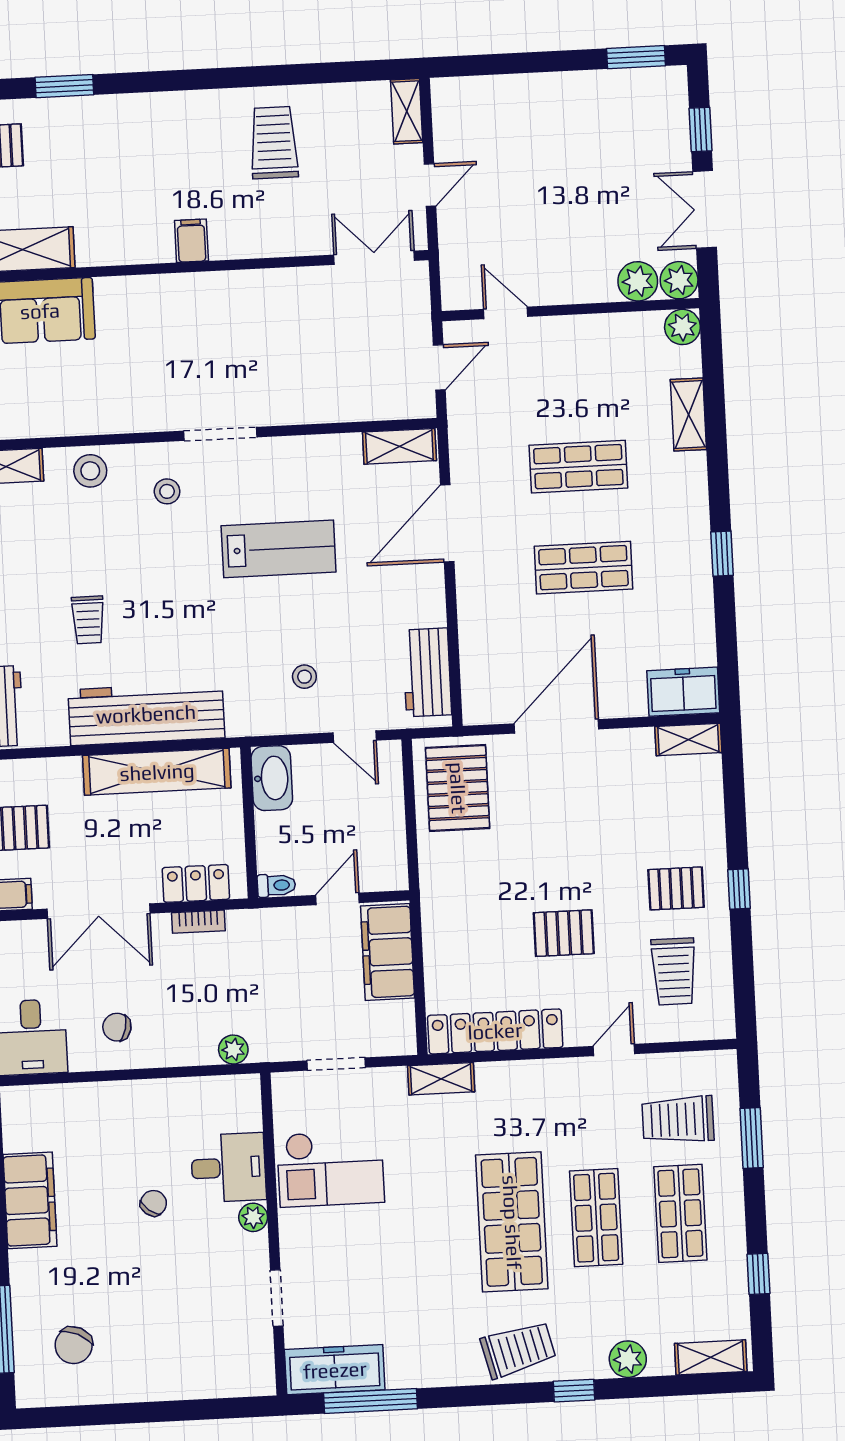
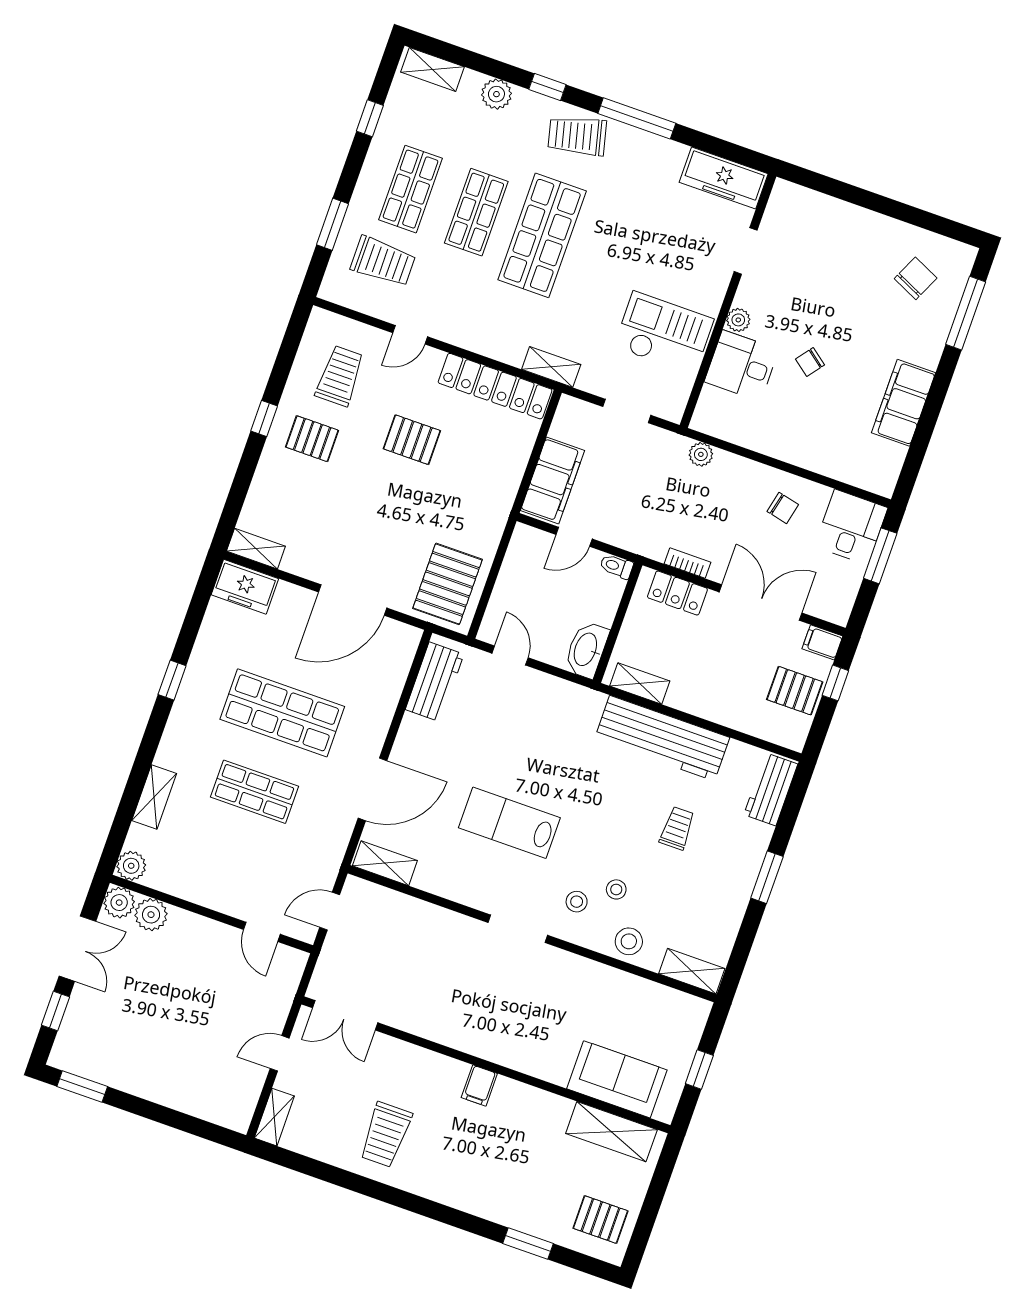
shop shelf: (583, 568) -> (282, 713), width x1.43, depth x1.36
stool: (304, 677) -> (616, 889), moved
shelving: (157, 772) -> (640, 684), width x0.45, depth x0.75
window: (371, 1401) -> (637, 118), moved

